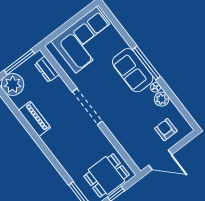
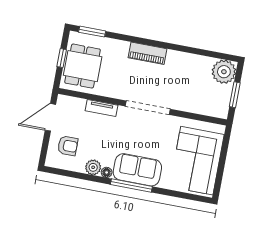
window: (19, 62) -> (235, 95), width x0.69
dresser: (47, 69) -> (207, 109), removed
piano: (34, 119) -> (147, 53), moved
tv unit: (119, 135) -> (101, 108), added

